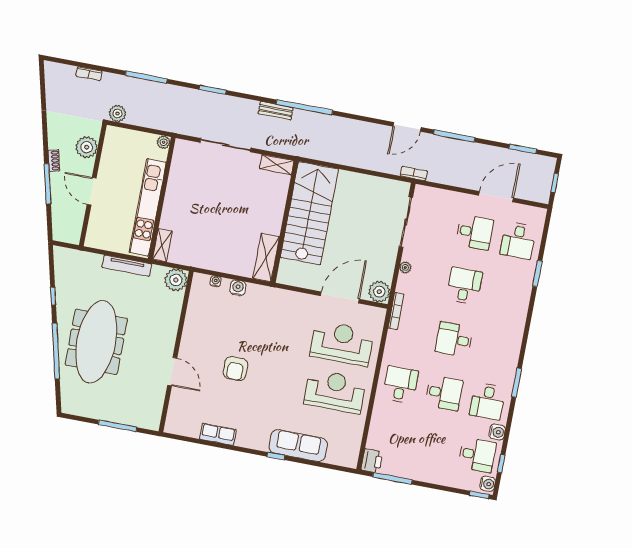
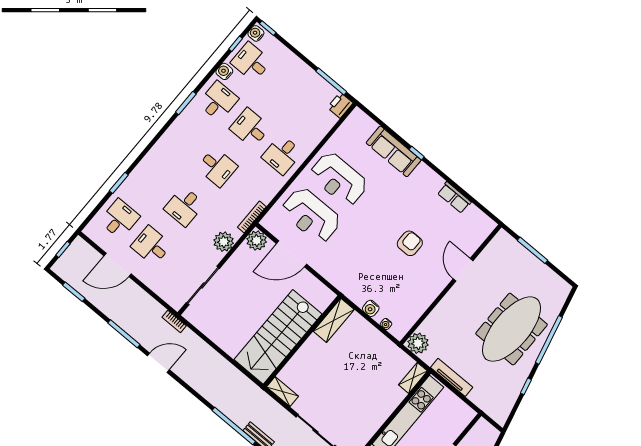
plant: (405, 267) -> (224, 242), width x1.88, depth x1.88

